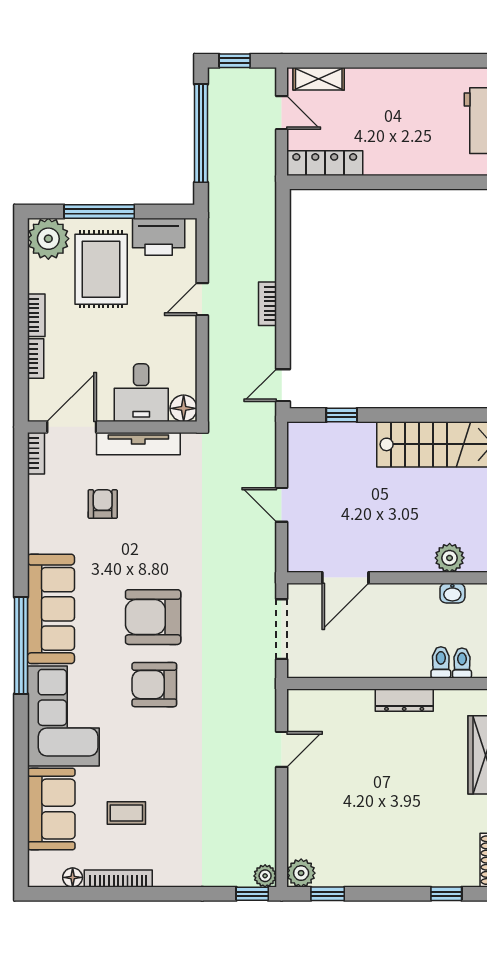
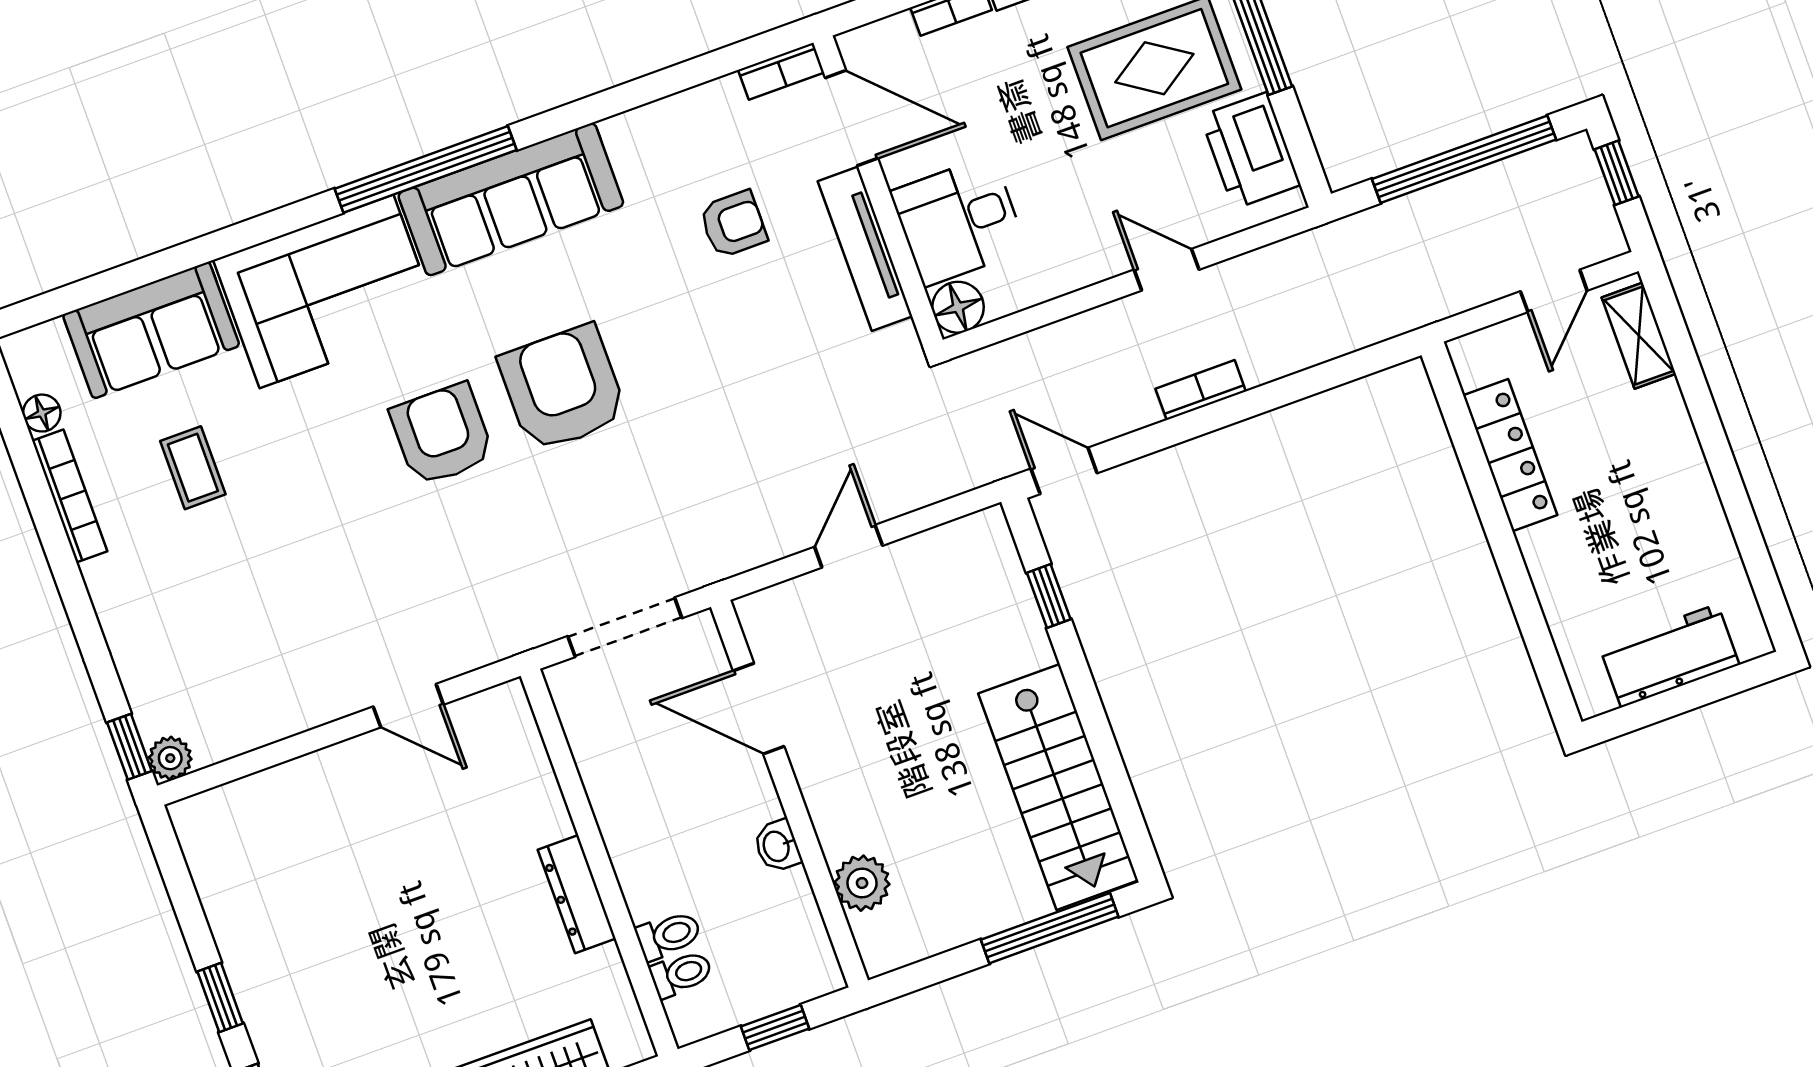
locker: (325, 163) -> (1510, 455), moved
washbasin: (452, 593) -> (777, 846), moved
plant: (301, 873) -> (199, 821), removed
window: (328, 894) -> (220, 997), moved

